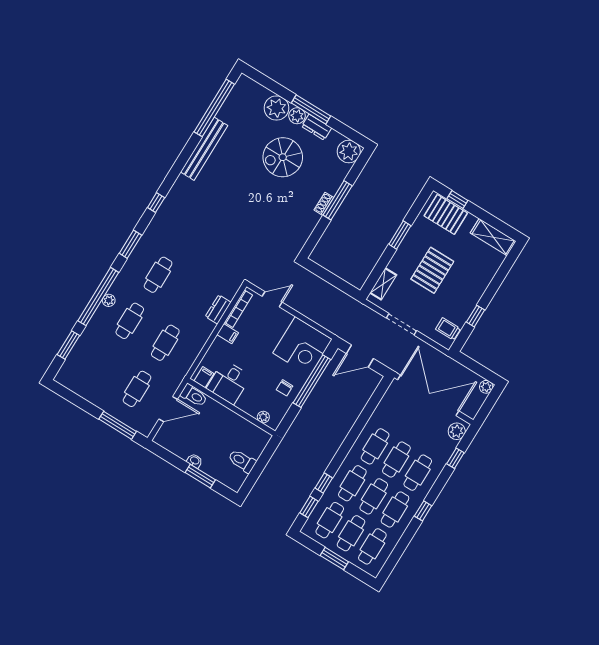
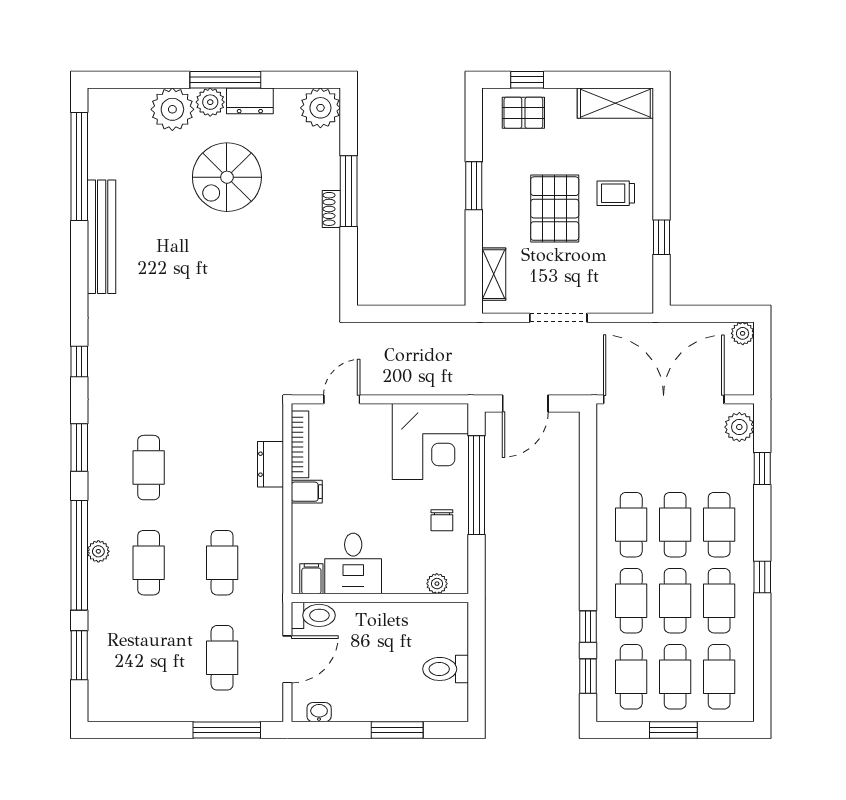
pallet: (446, 214) -> (523, 113), width x0.67, depth x0.71
trolley: (448, 329) -> (616, 193), moved
washbasin: (195, 461) -> (319, 712), moved

